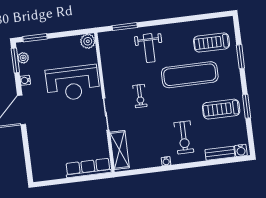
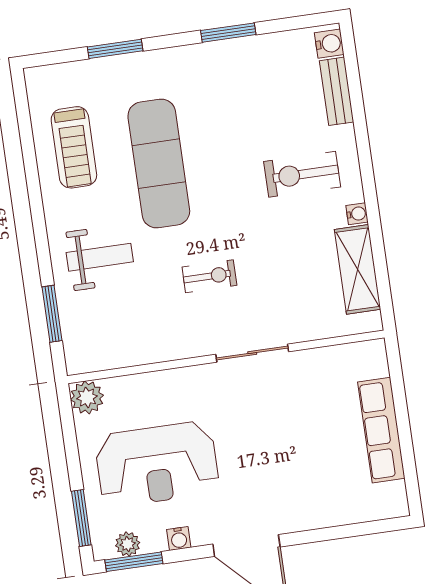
treadmill: (212, 42) -> (74, 147), moved
reception desk: (73, 83) -> (157, 464), moved, turned 90
treadmill: (221, 109) -> (236, 90), removed
exercise bike: (184, 137) -> (302, 174), turned 180
shelving: (120, 150) -> (358, 269), moved, turned 90
row of seats: (88, 168) -> (381, 430), moved

